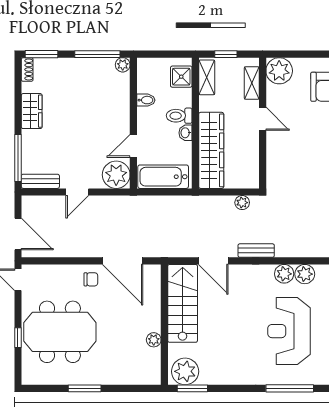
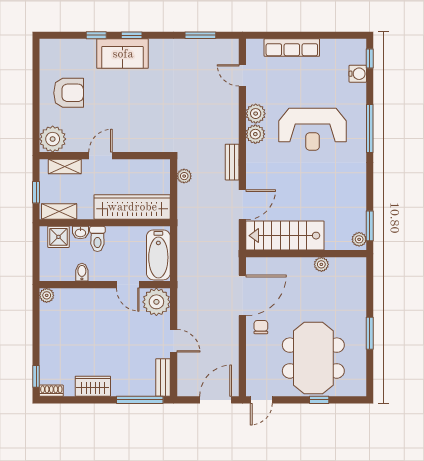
window: (42, 54) -> (36, 376), width x0.67
window: (97, 54) -> (36, 321), removed
washbasin: (186, 133) -> (80, 233), moved
plant: (185, 371) -> (359, 239), width x0.53, depth x0.53

